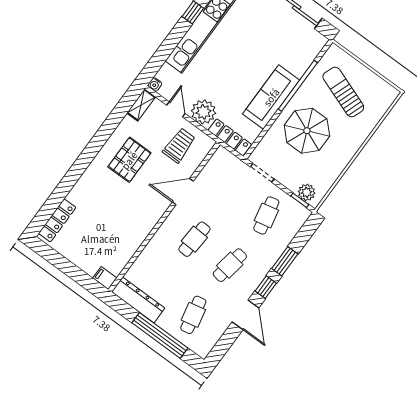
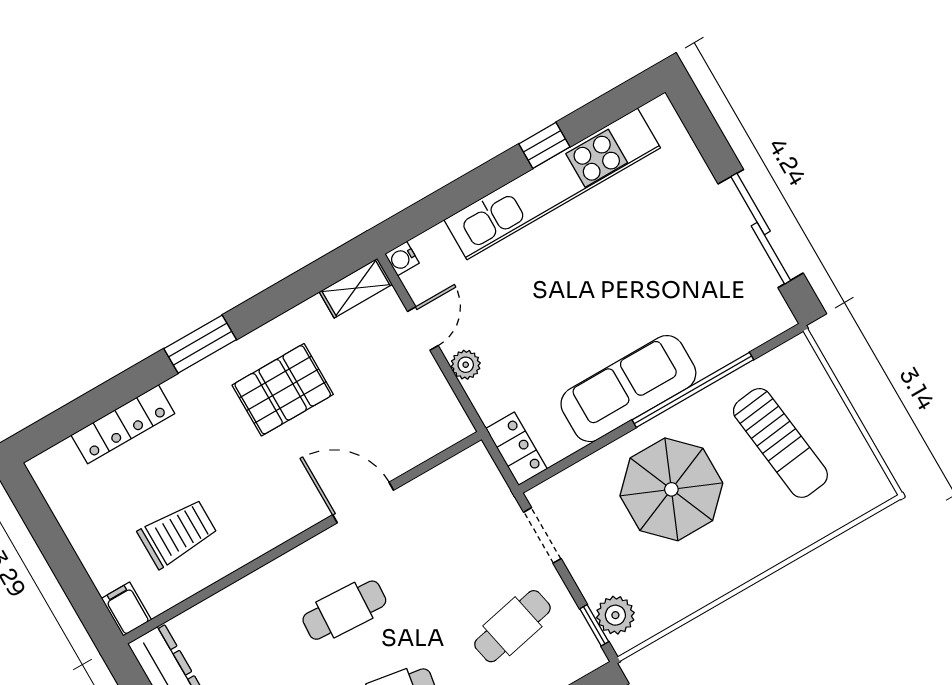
sun lounger: (343, 92) -> (780, 443), turned 153
plant: (203, 112) -> (466, 365), width x0.53, depth x0.53
locker: (230, 137) -> (516, 449), width x0.66
trolley: (179, 145) -> (178, 533), moved
window: (87, 156) -> (200, 344), added
locker: (57, 220) -> (123, 424), moved

